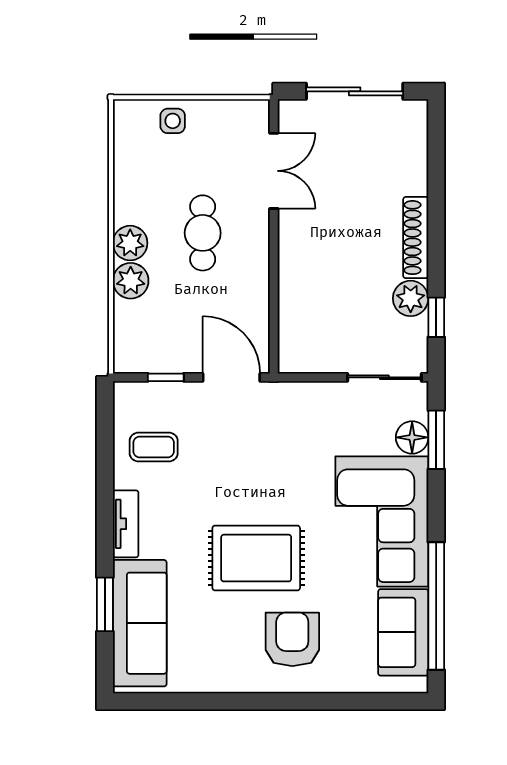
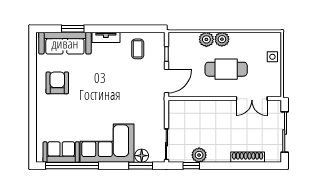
cafe table: (203, 233) -> (226, 69), width x1.37, depth x1.35
shoe rack: (416, 238) -> (248, 157), moved
rug: (256, 558) -> (92, 91), removed
armchair: (292, 639) -> (57, 83), moved, turned -90

